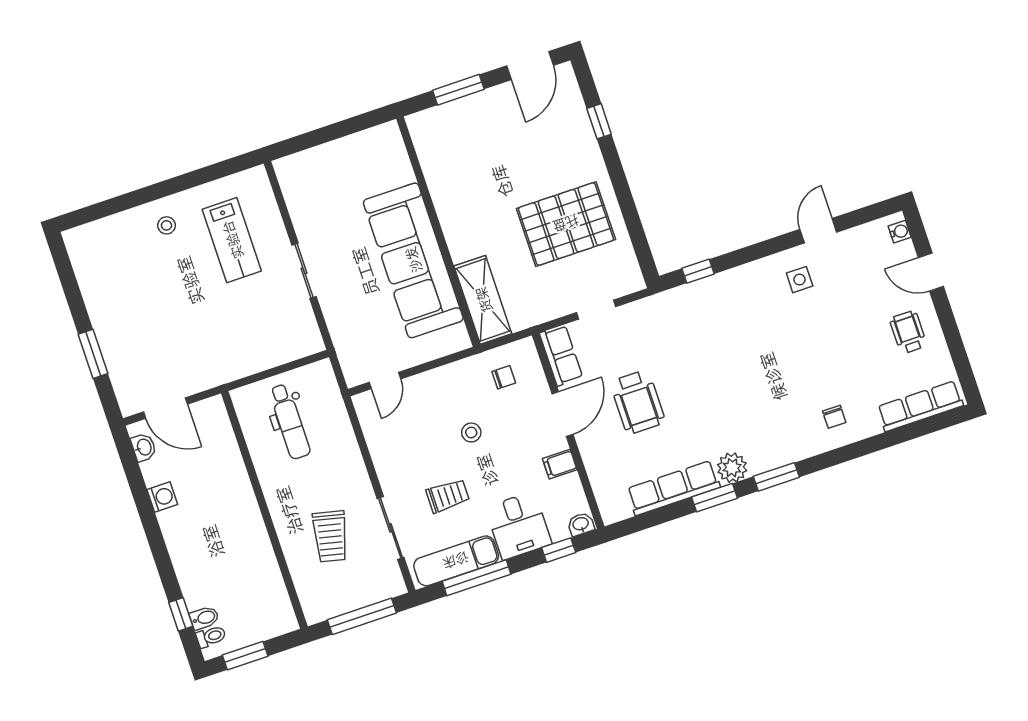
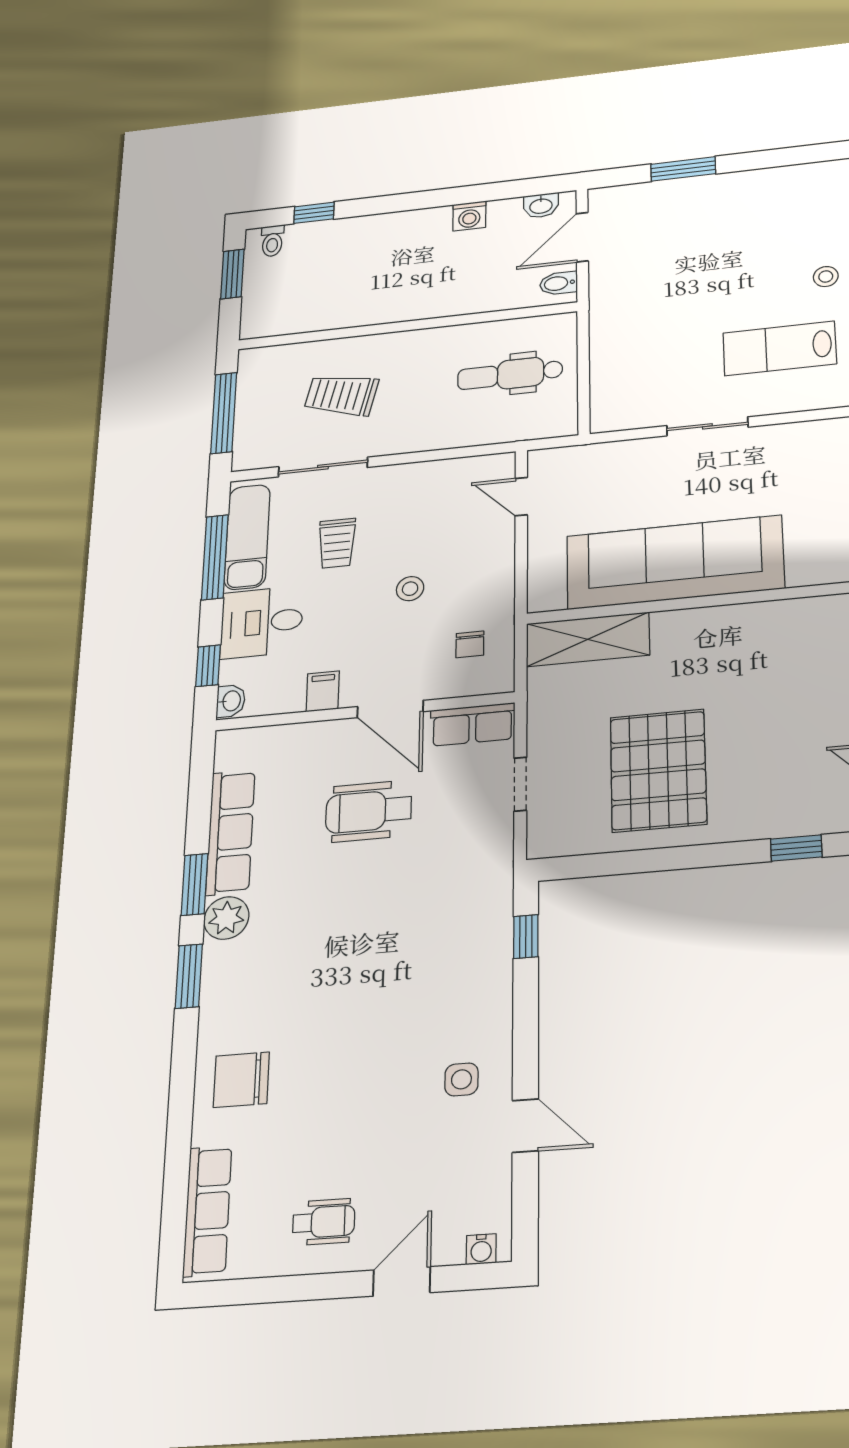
chair: (834, 417) -> (241, 1080), width x1.87, depth x1.87
bidet: (204, 618) -> (559, 283), moved, turned 90

